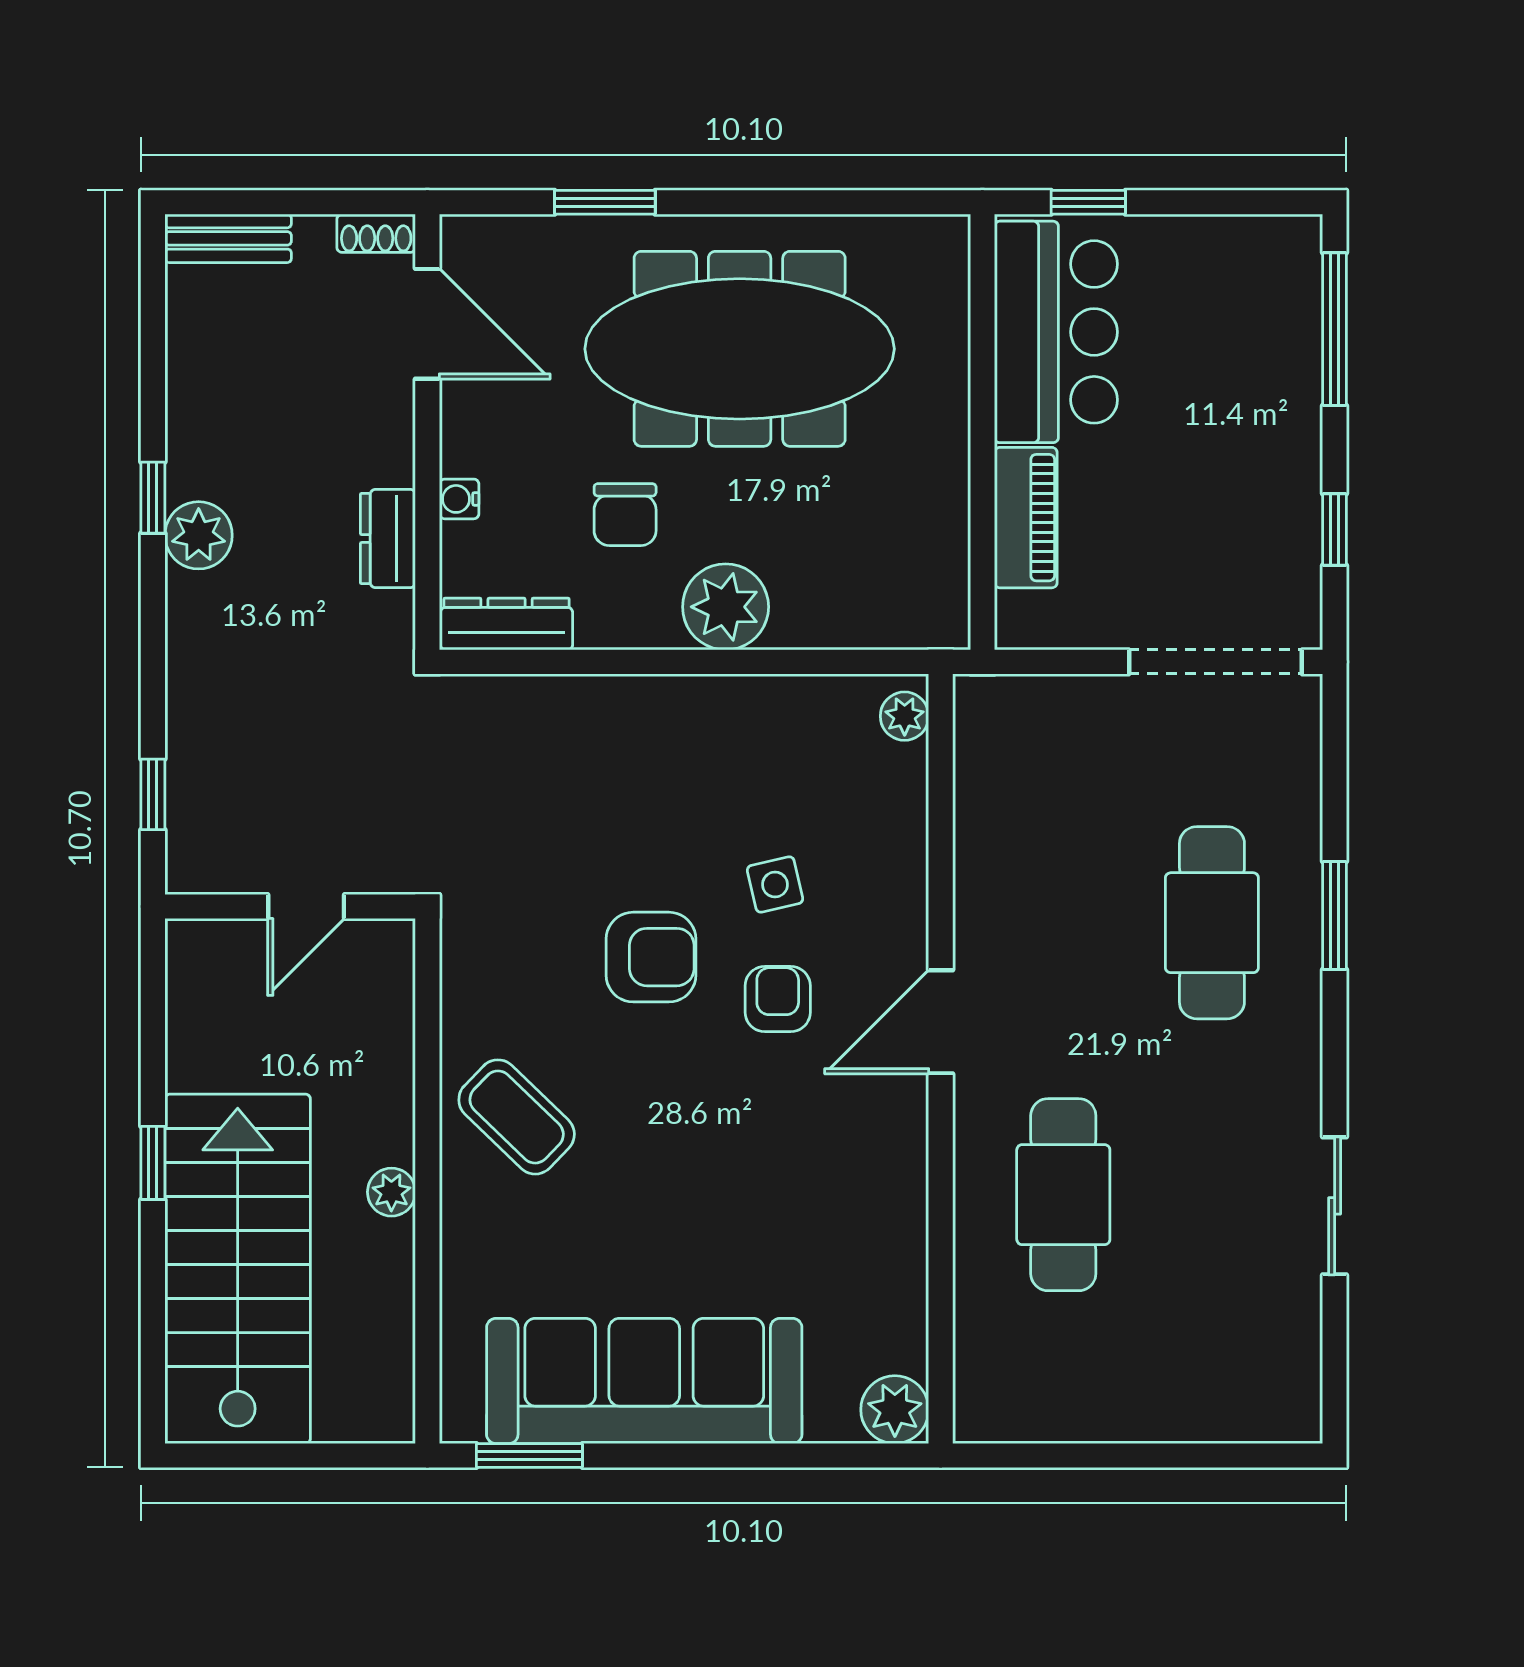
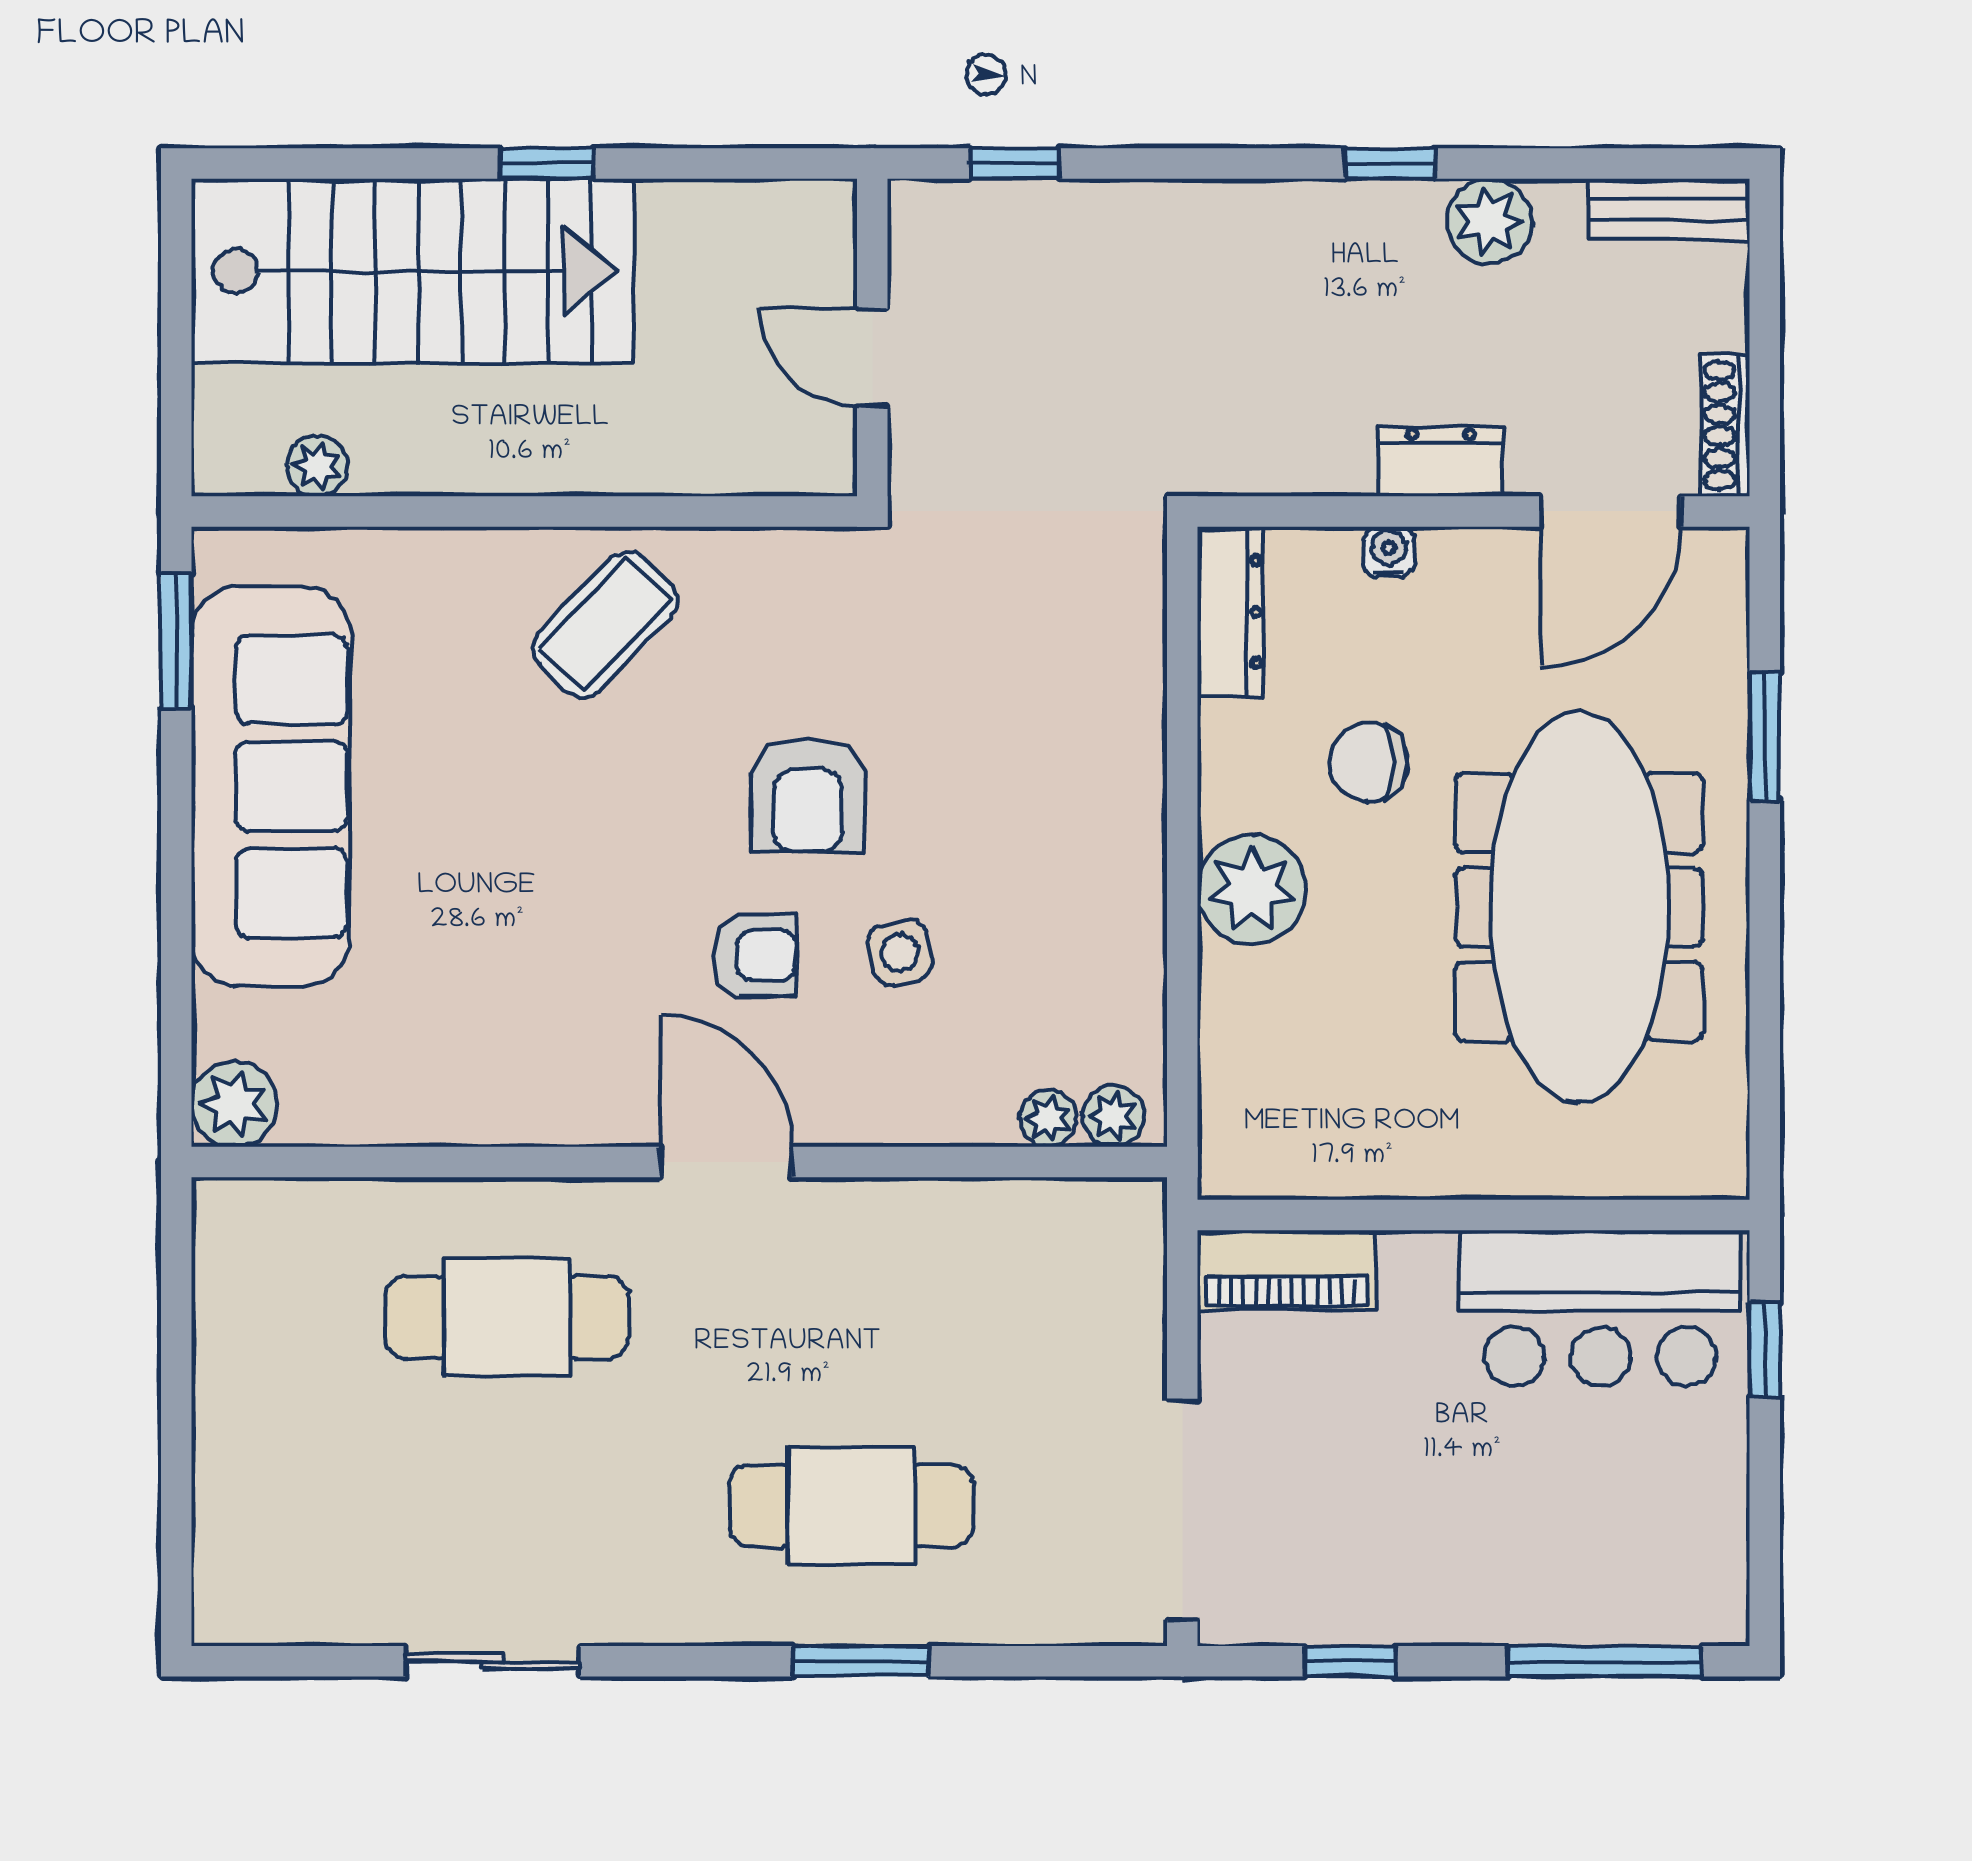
shoe rack: (376, 233) -> (1725, 425), width x1.43
bench: (228, 238) -> (1669, 209), moved, turned 90
piano: (1026, 518) -> (1286, 1270), moved
plant: (199, 535) -> (1489, 221), moved
dresser: (388, 539) -> (1441, 461), moved
plant: (906, 768) -> (1048, 1118), added
plant: (391, 1192) -> (317, 466), moved

